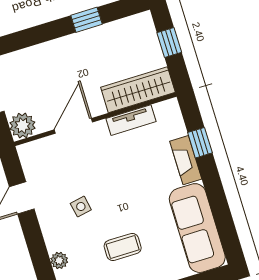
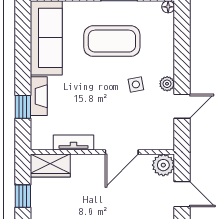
wardrobe: (138, 90) -> (50, 166), width x0.67
coffee table: (123, 247) -> (112, 41), width x1.86, depth x1.72
plant: (59, 260) -> (167, 84), moved

